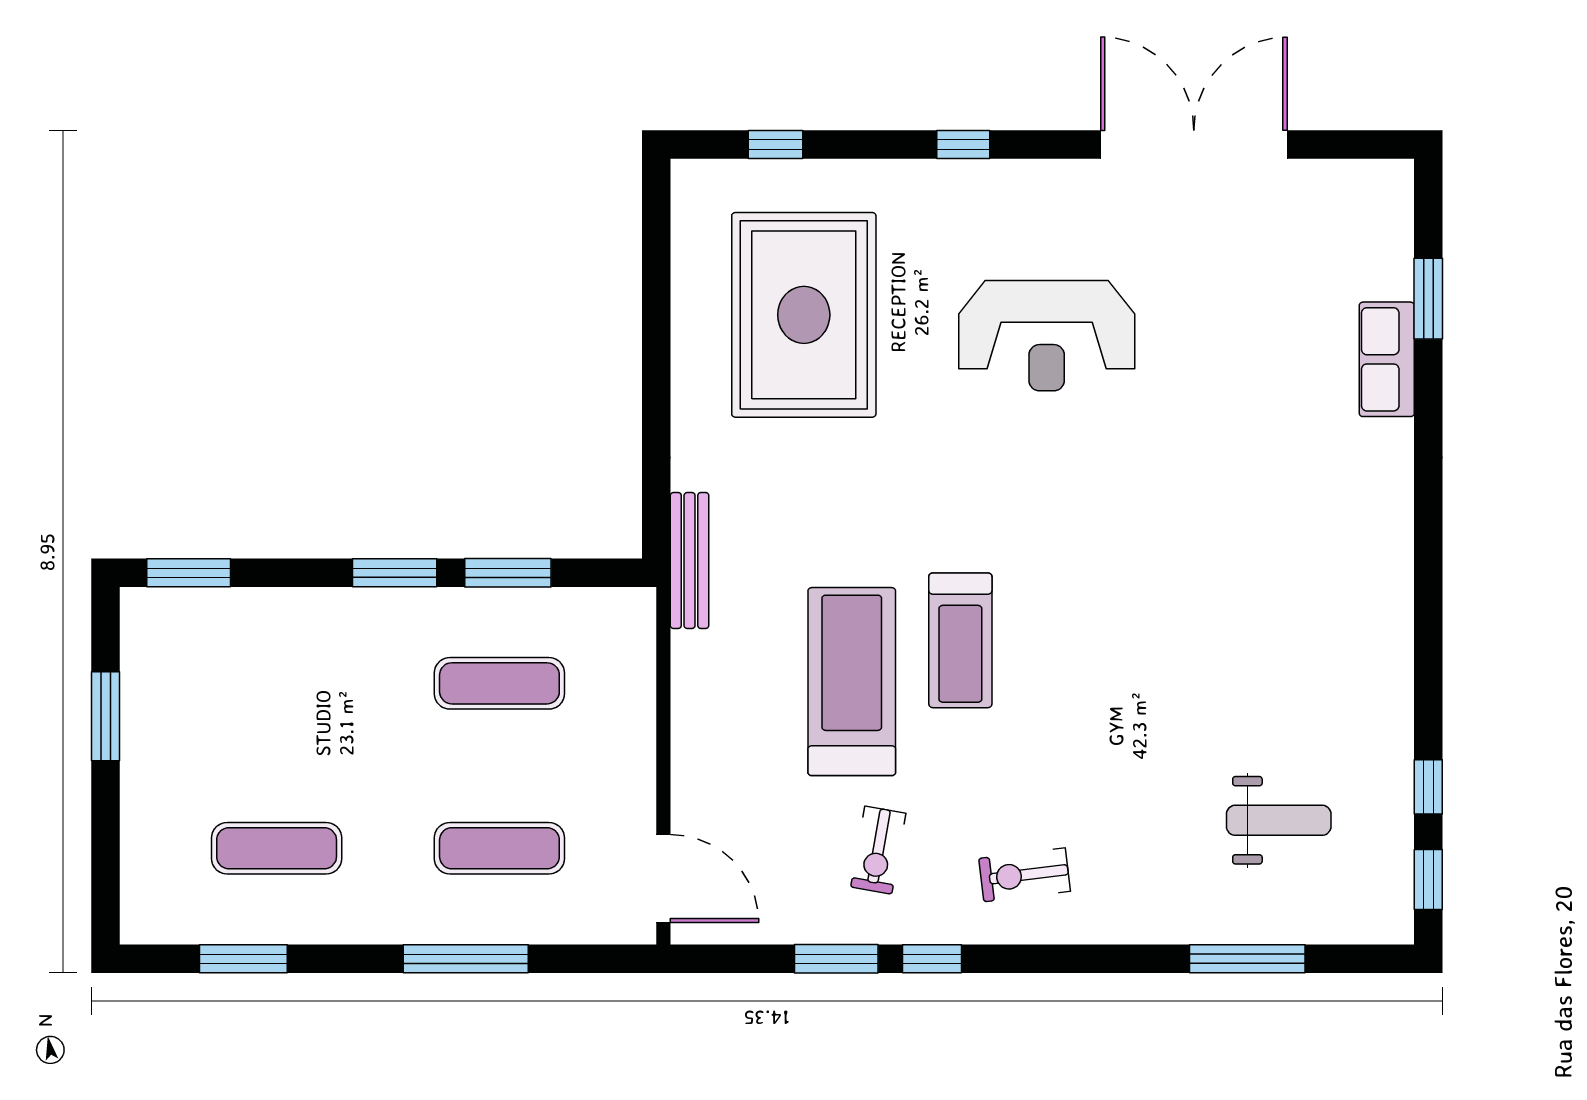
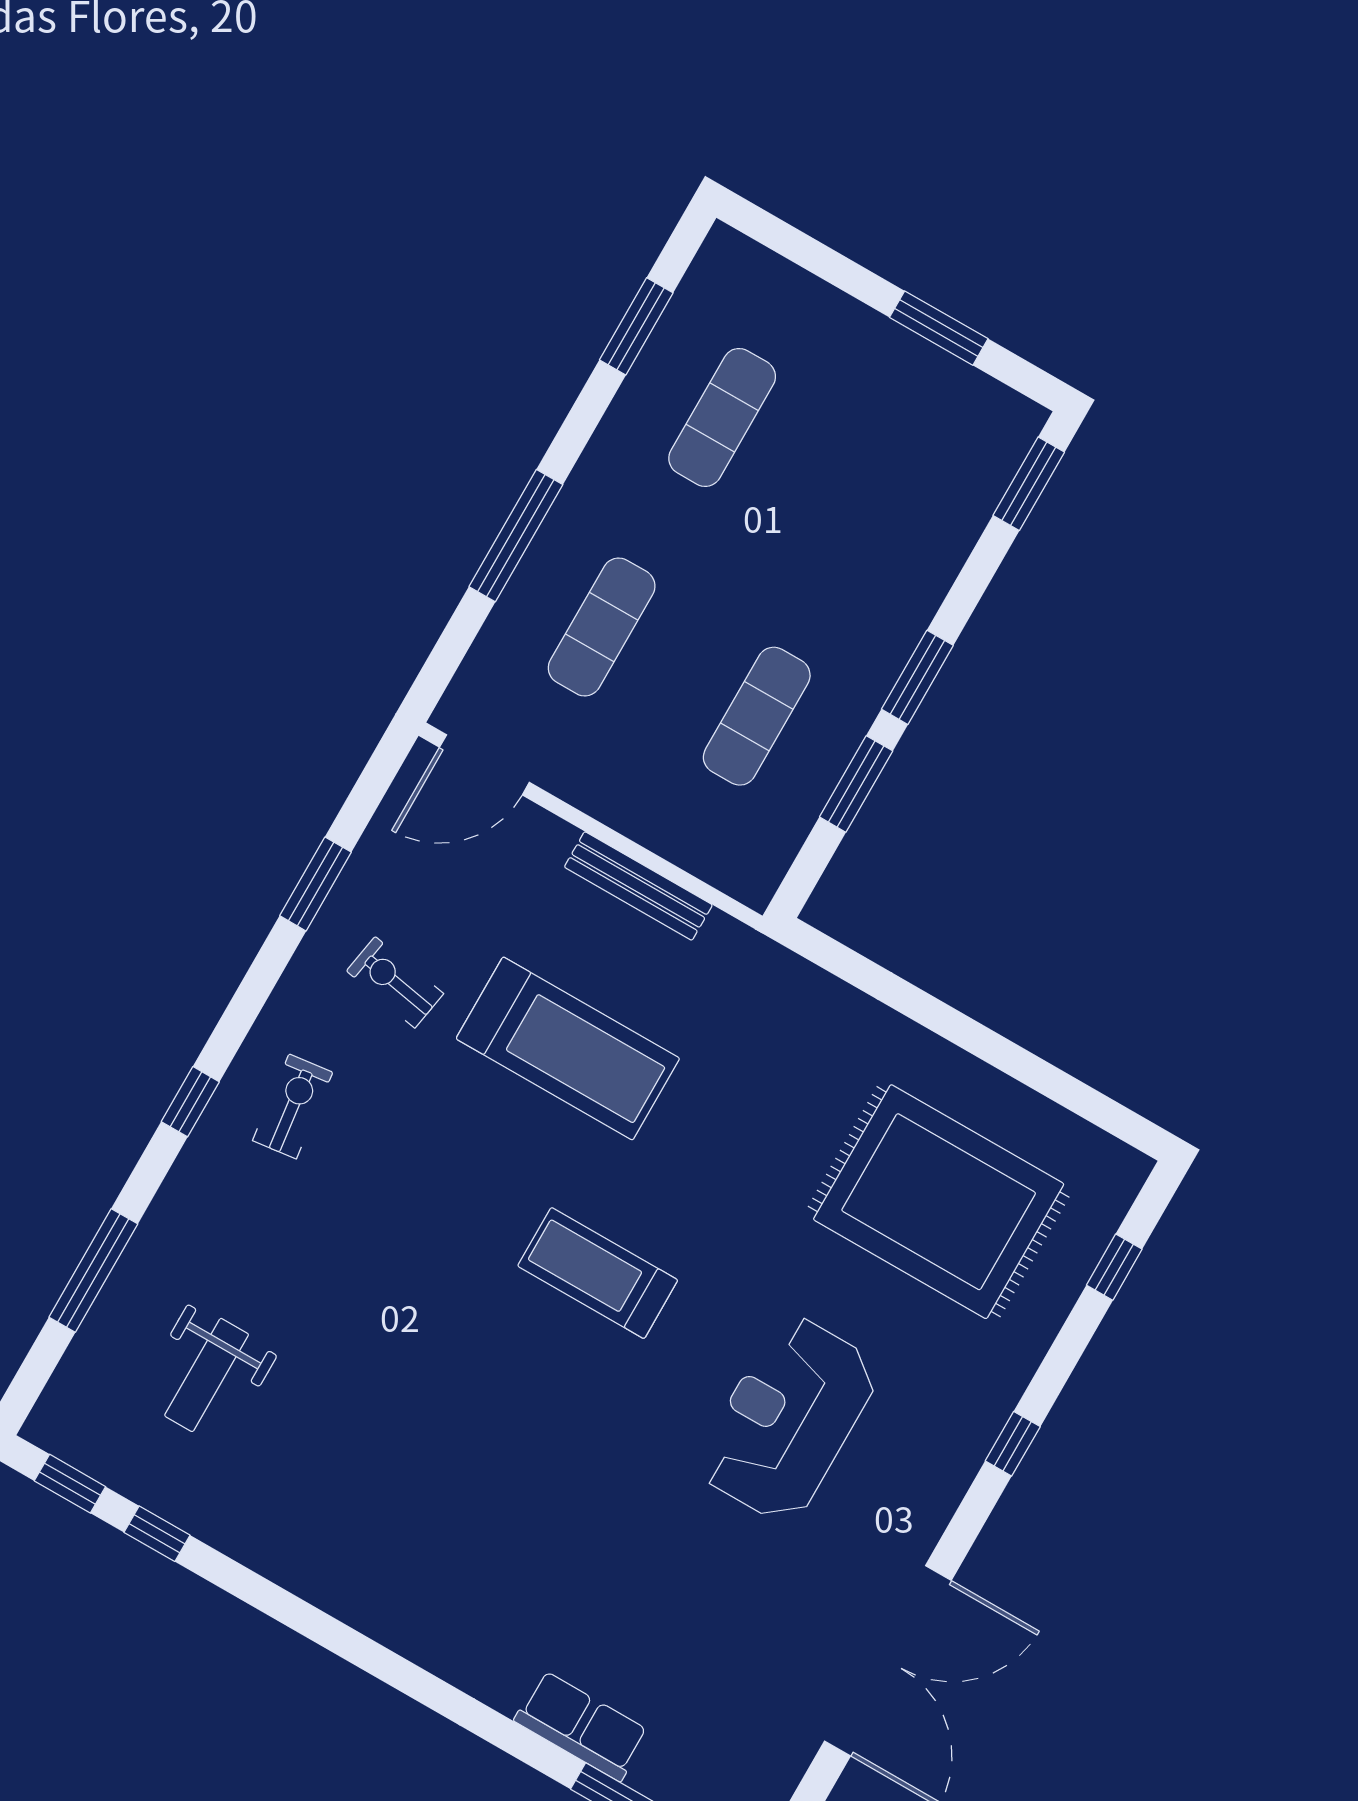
bench: (690, 561) -> (638, 886), moved
treadmill: (960, 640) -> (598, 1273), moved
window: (932, 959) -> (190, 1102), moved

